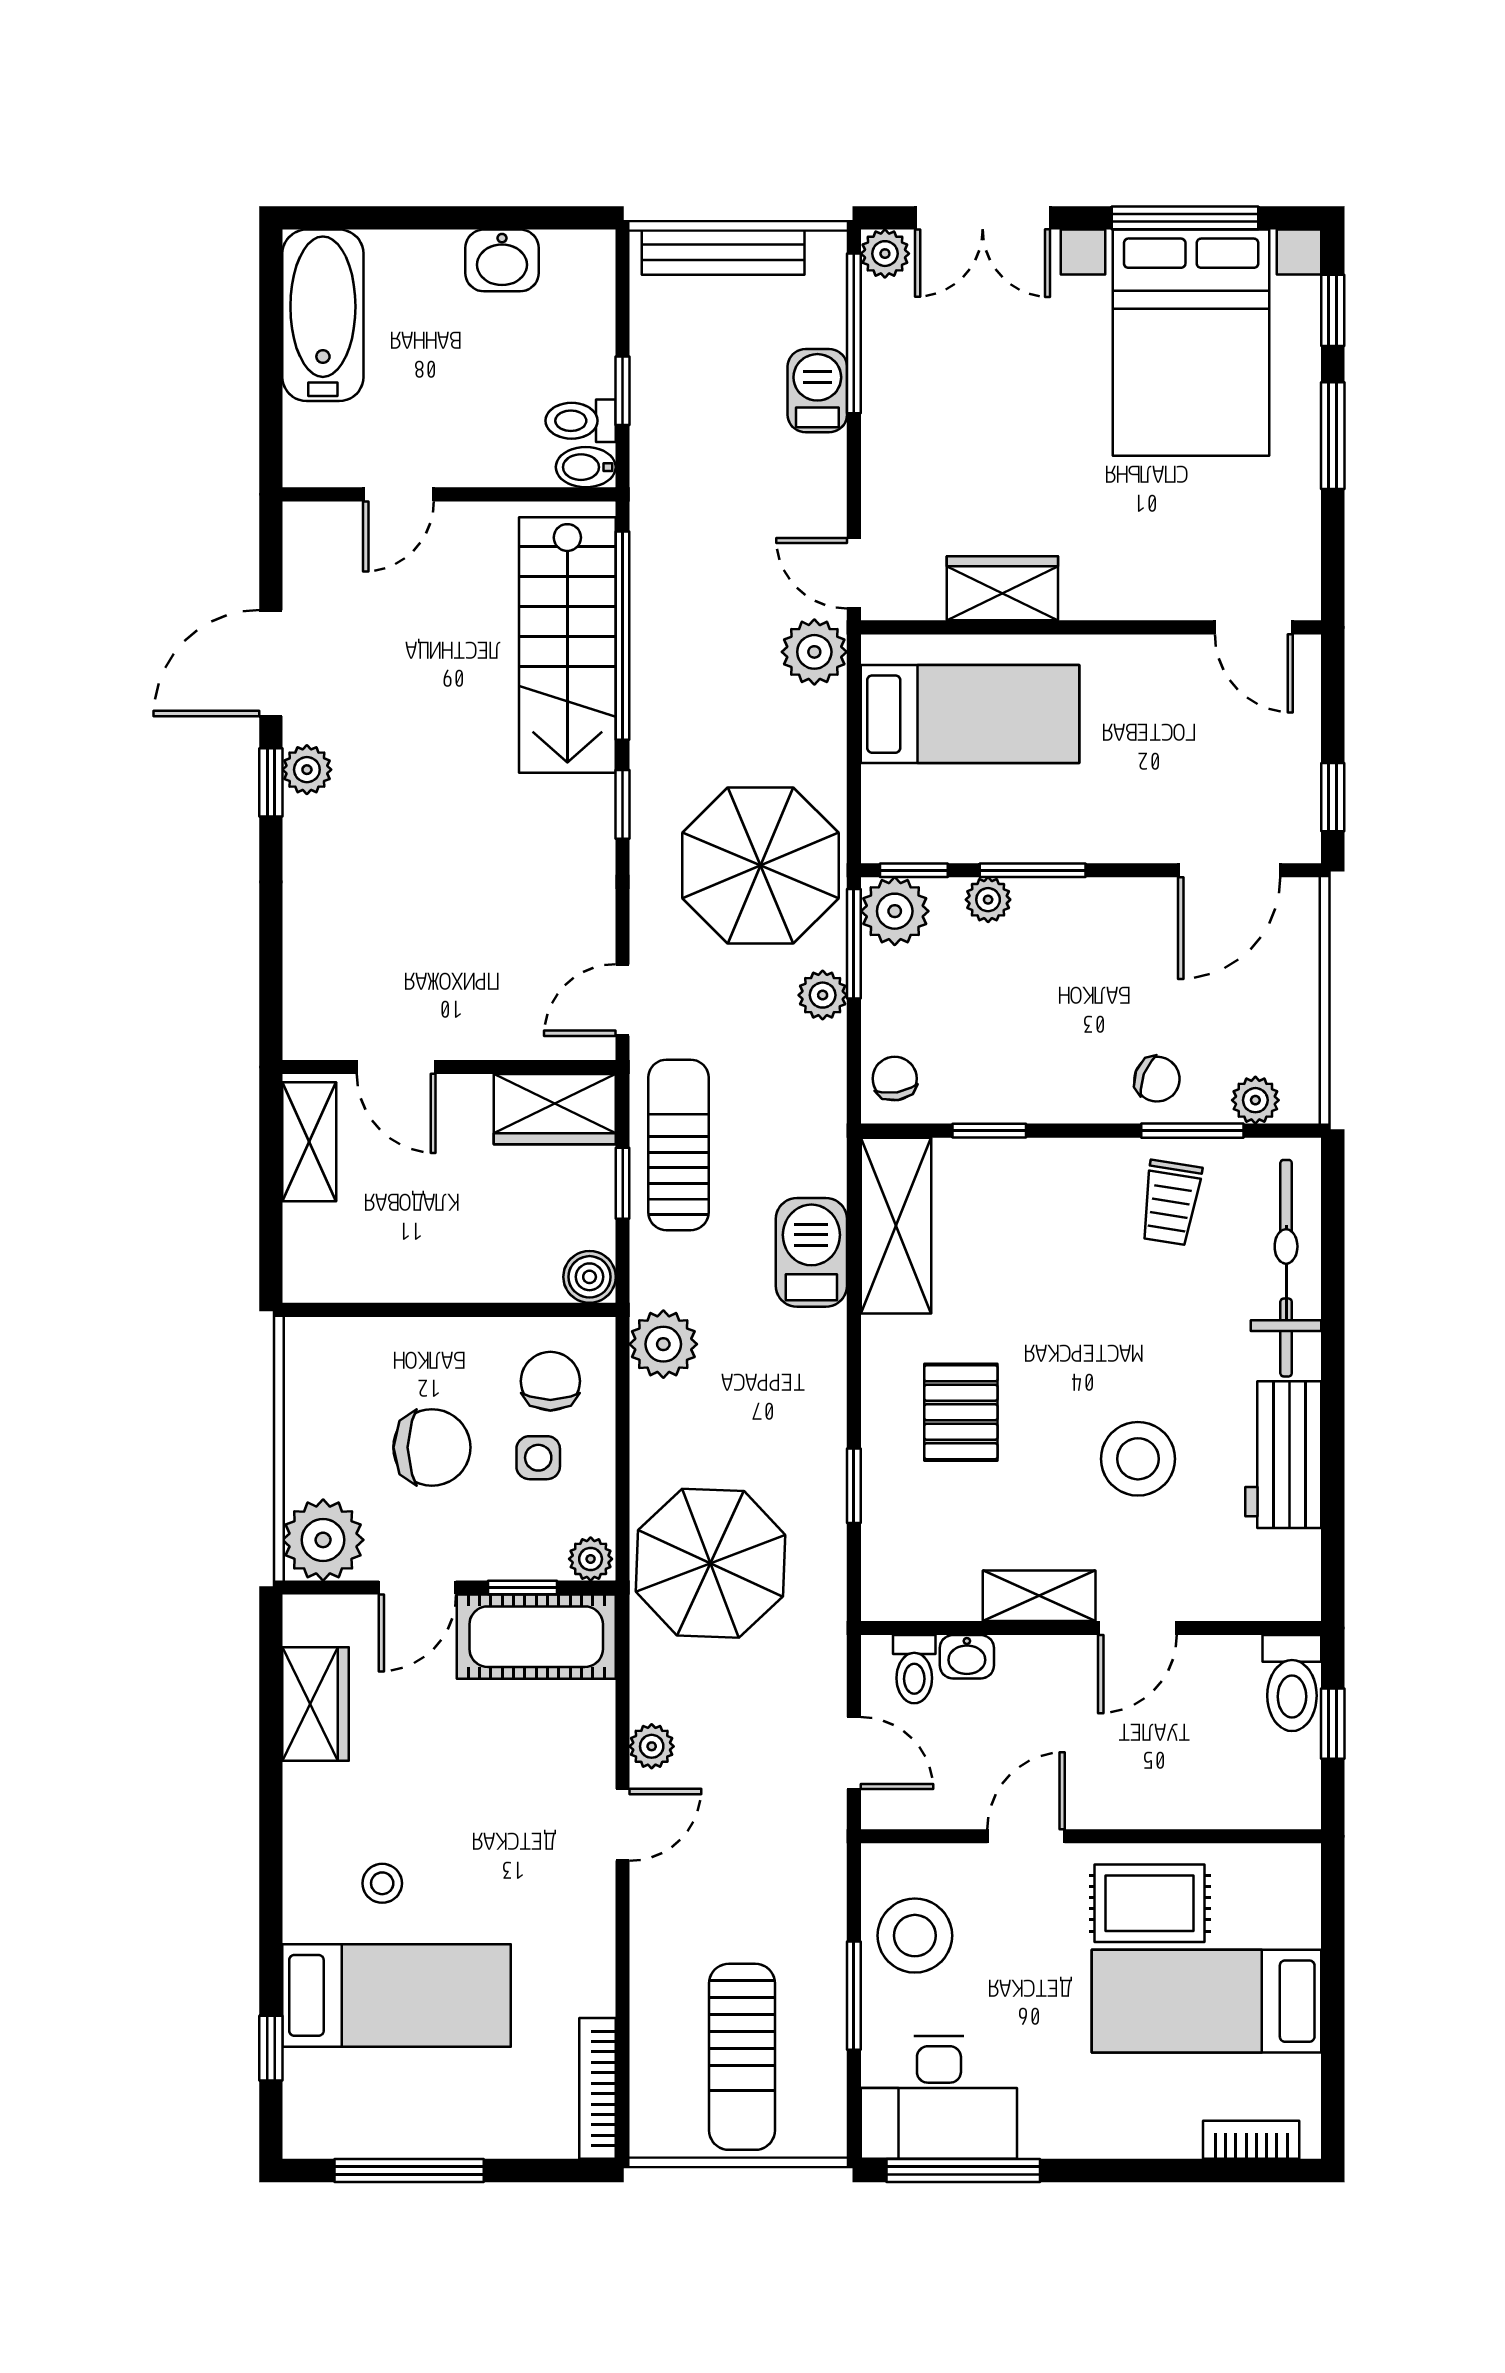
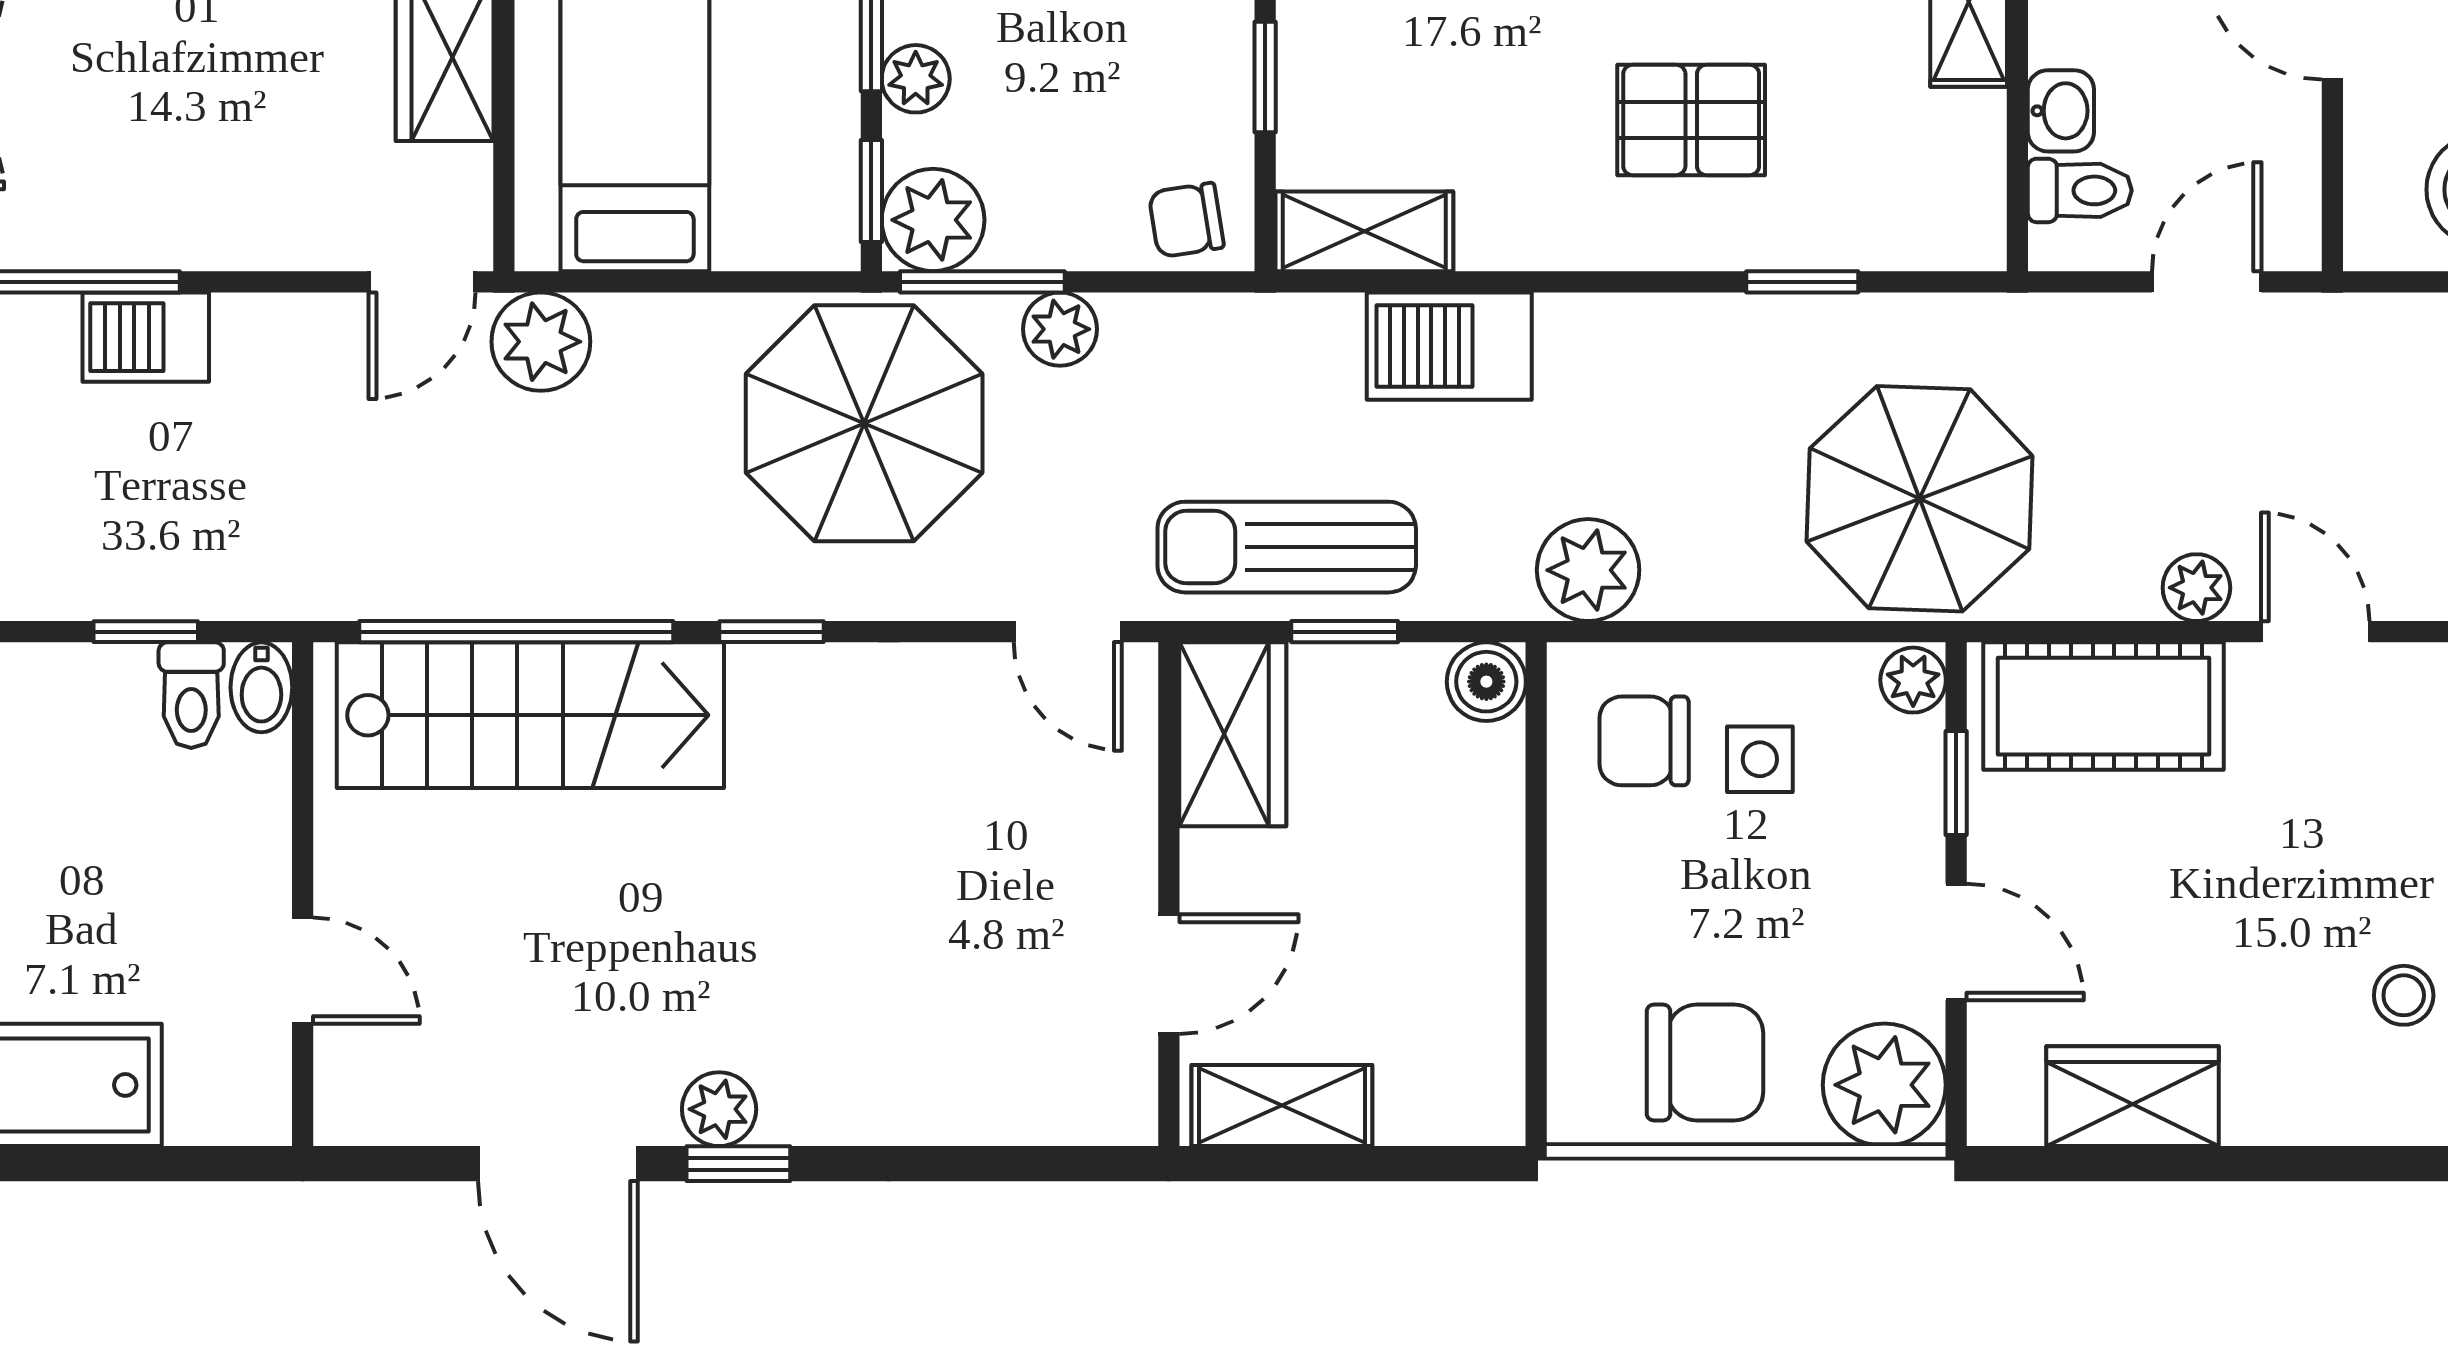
shelving: (896, 1226) -> (1364, 231), width x0.67, depth x0.75
chair: (432, 1447) -> (1705, 1063), moved, turned 90
cot: (536, 1637) -> (2104, 706), moved, turned 90

